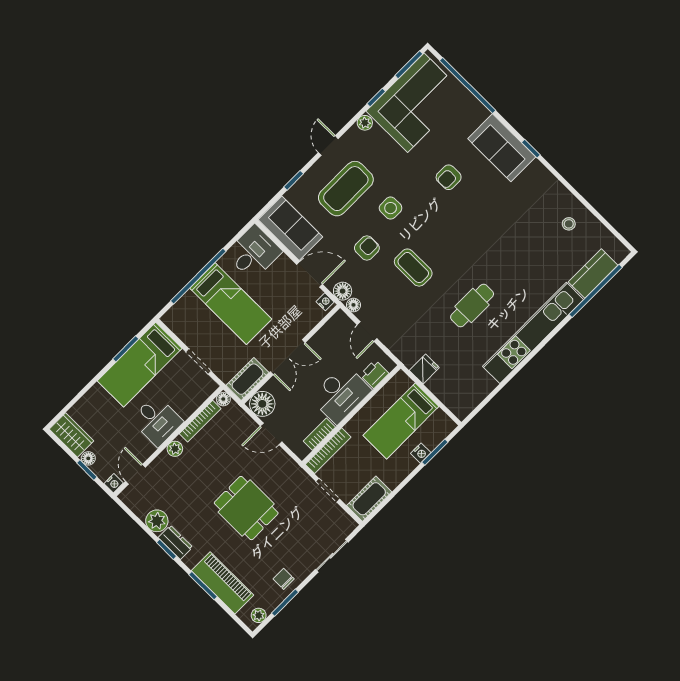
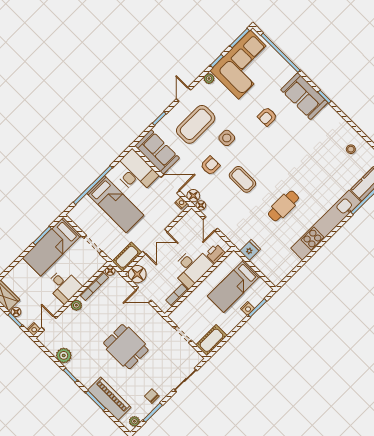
desk: (254, 253) -> (135, 172), width x1.37
bookcase: (328, 451) -> (183, 307), removed
dresser: (175, 542) -> (77, 370), removed

